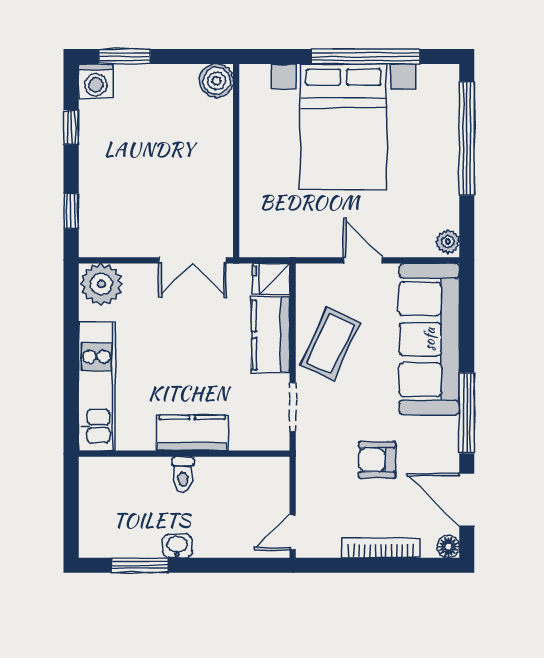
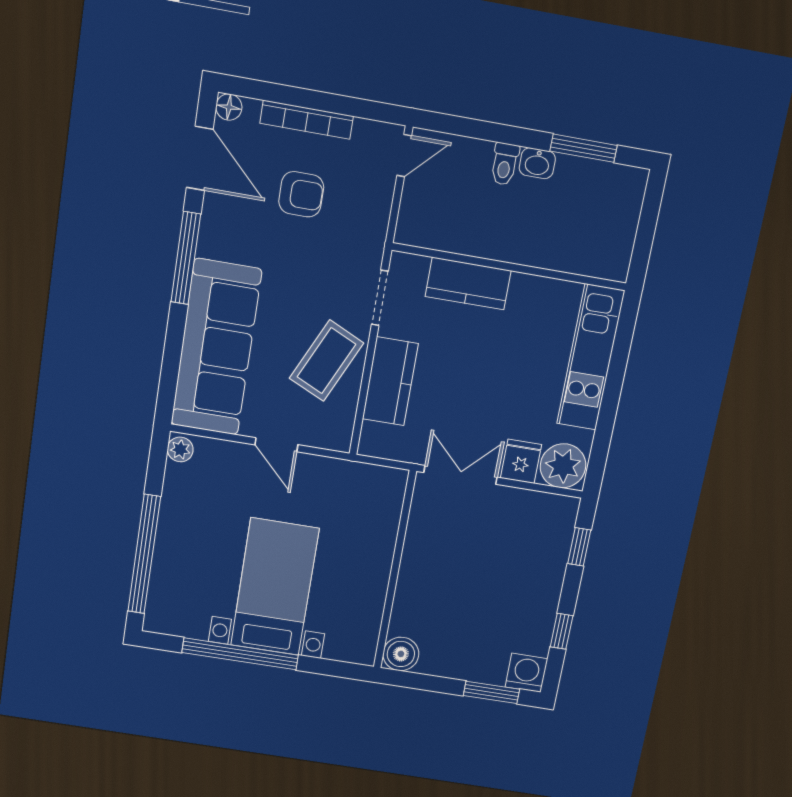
bed with nightstands: (343, 127) -> (275, 587), width x0.73
fridge: (271, 279) -> (521, 461), moved, turned -90
kitchen counter: (192, 433) -> (468, 283), moved
armchair: (377, 460) -> (301, 194), moved
toilet: (183, 474) -> (505, 164), moved, turned 180

